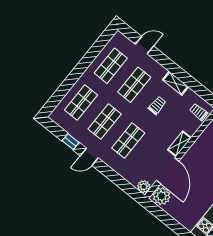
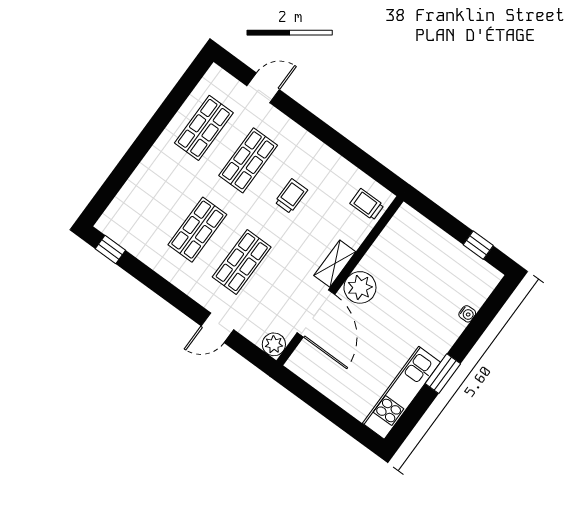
shelving: (176, 83) -> (323, 154), removed
shop shelf: (81, 102) -> (153, 197), removed
window: (71, 142) -> (110, 249), moved
door: (89, 157) -> (217, 328), moved
plant: (162, 196) -> (360, 287), moved

